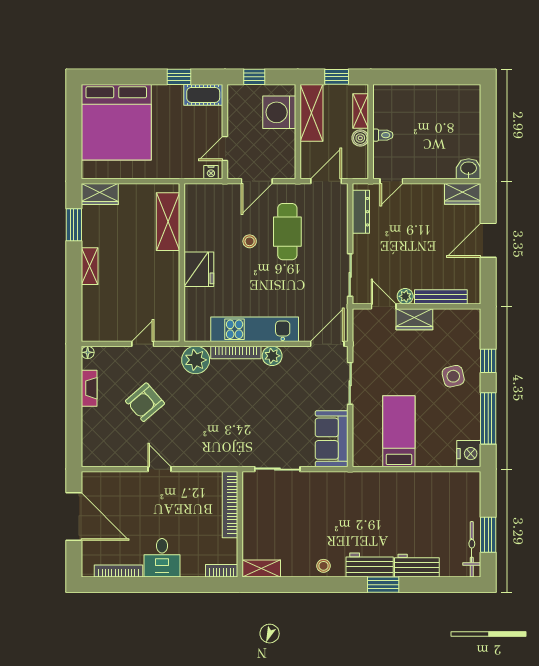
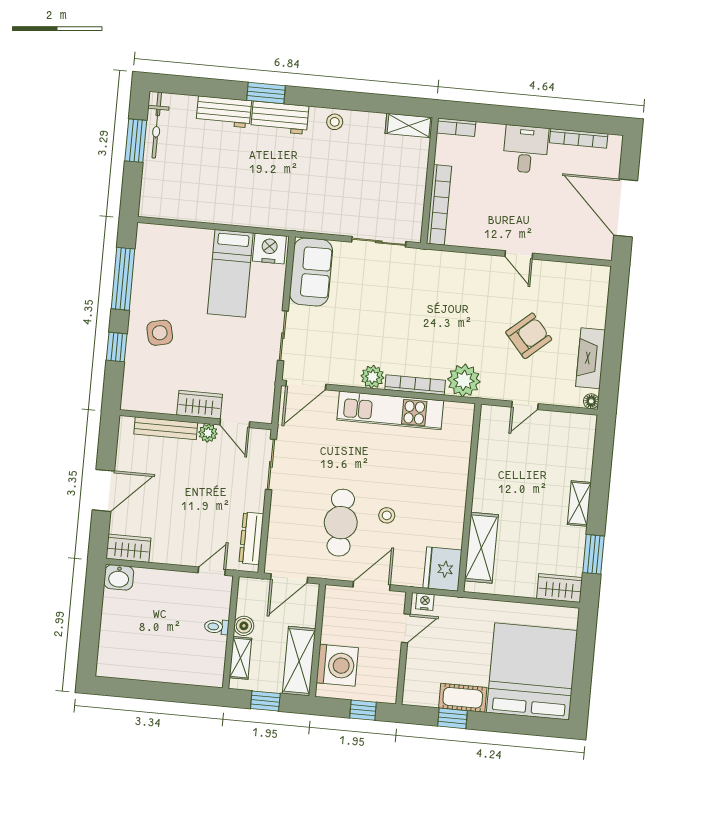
cot: (203, 95) -> (463, 698), moved
fridge: (199, 269) -> (442, 569), moved
fireplace: (89, 388) -> (591, 358), width x1.37, depth x1.32
nightstand: (469, 454) -> (269, 249), moved, turned 90

